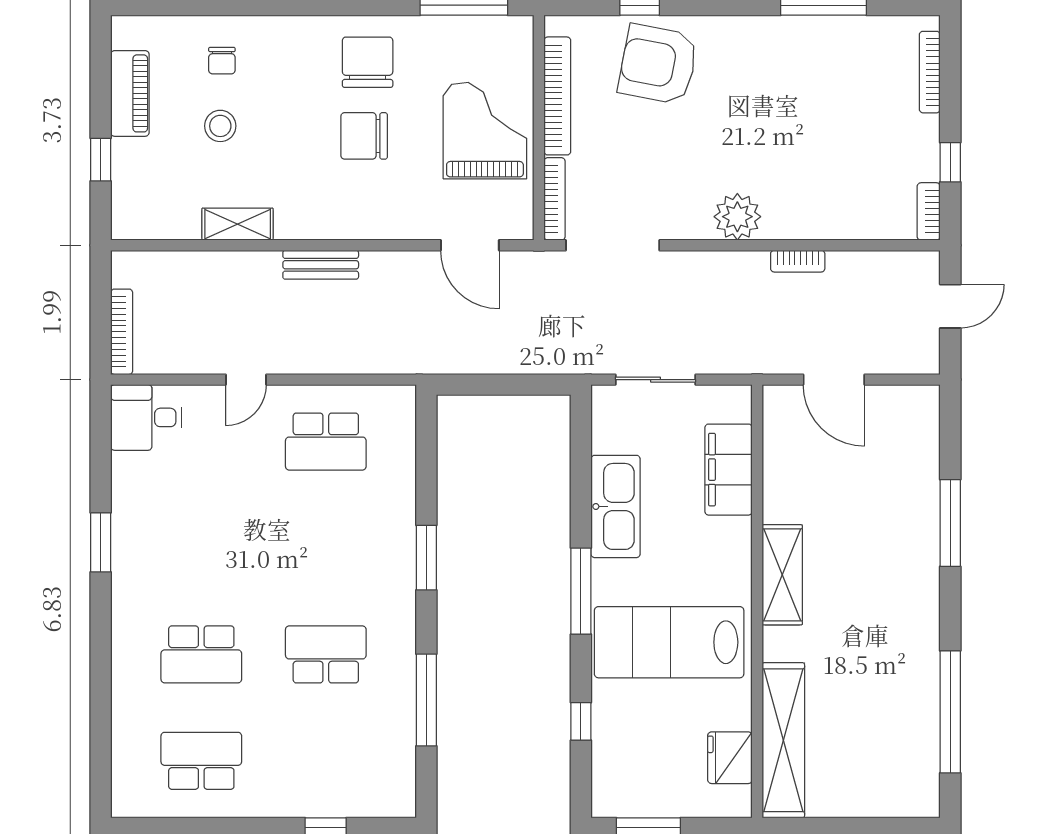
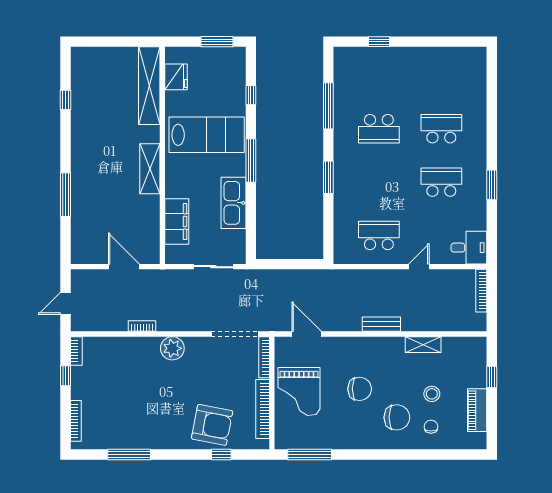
chair: (368, 62) -> (397, 417), moved, turned -90
window: (950, 712) -> (66, 100), width x0.32
school desk: (201, 761) -> (441, 182), moved, turned 180

